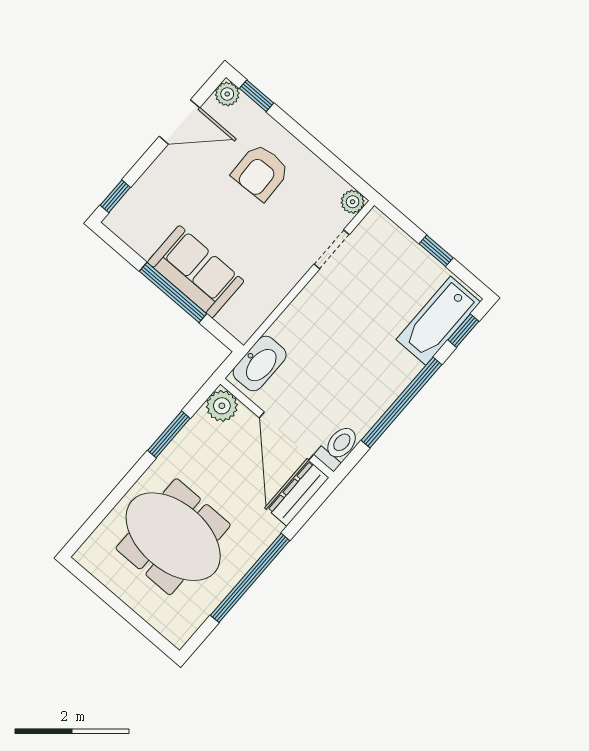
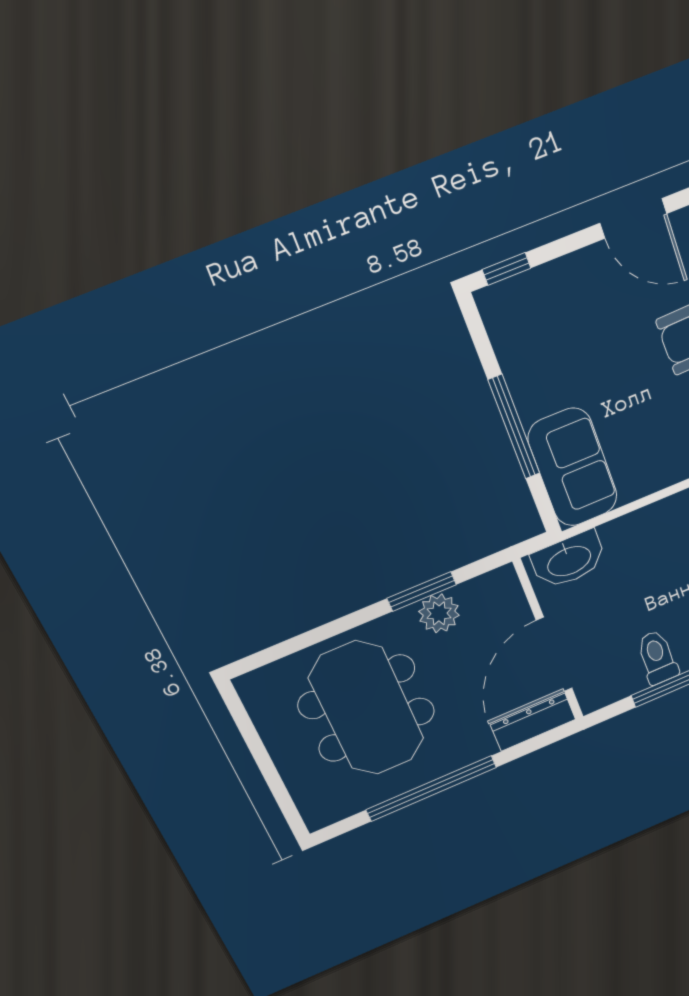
sofa: (196, 272) -> (573, 468), moved
plant: (222, 406) -> (439, 613), moved
toilet: (338, 447) -> (657, 657), moved, turned -90

